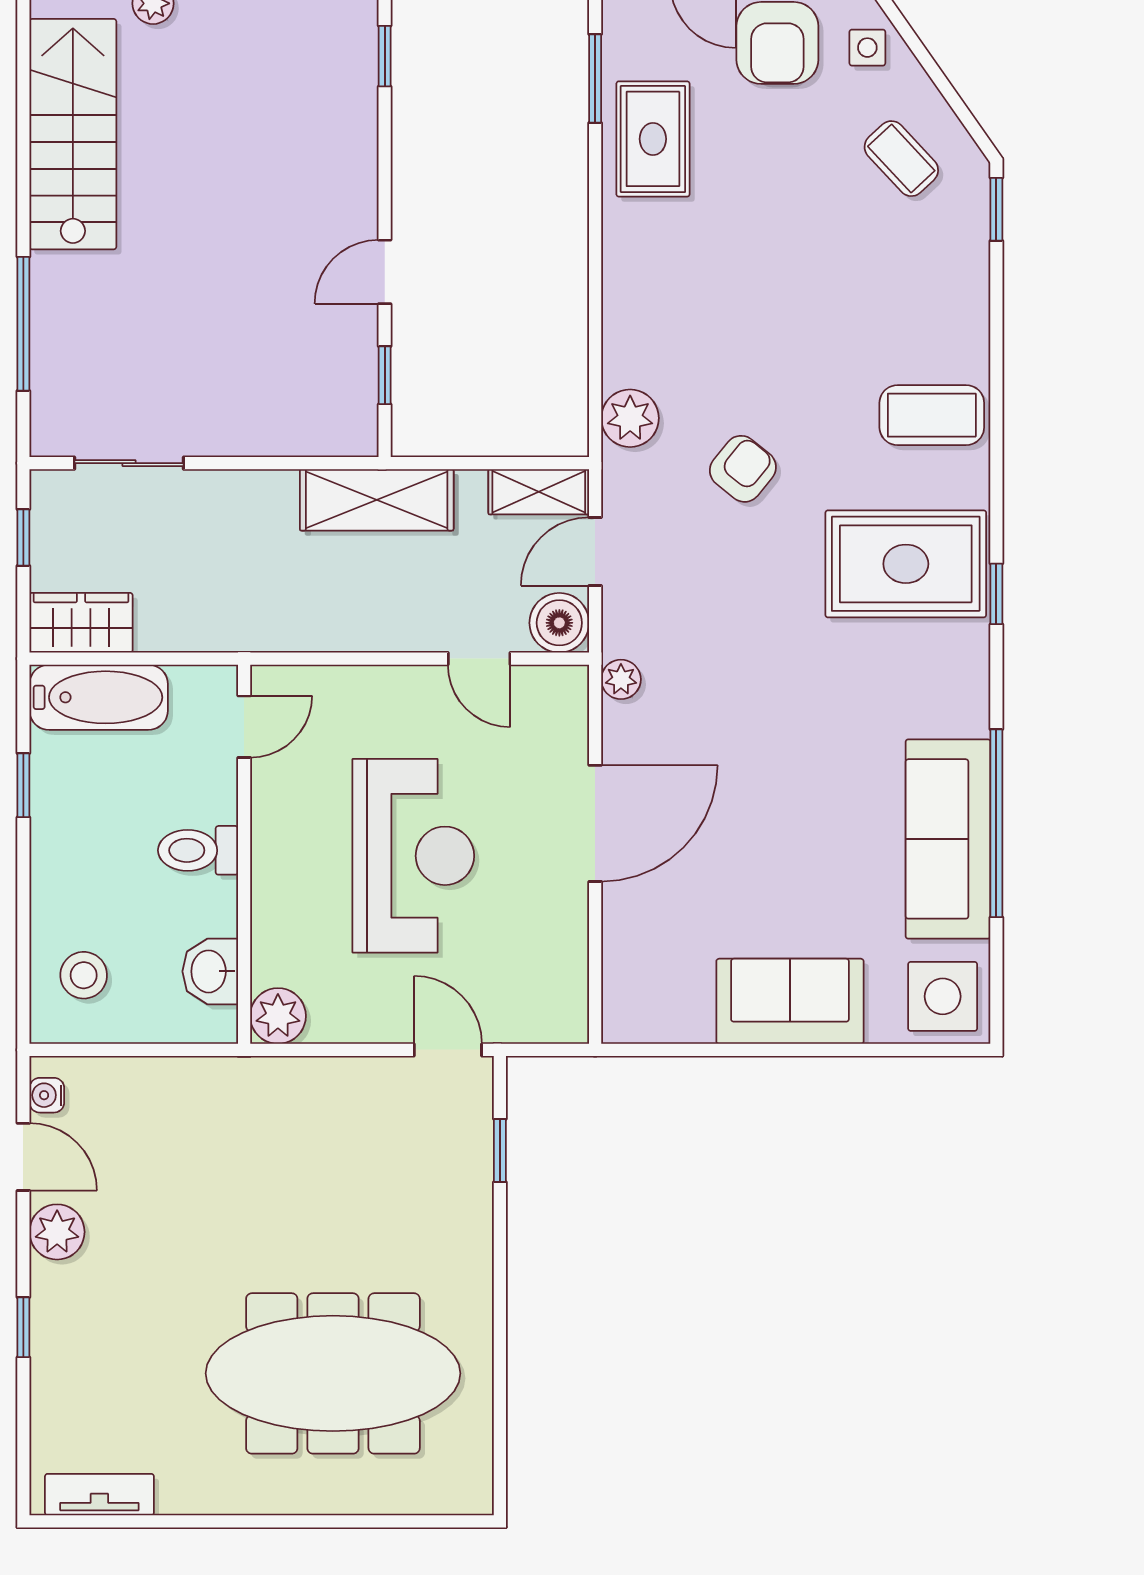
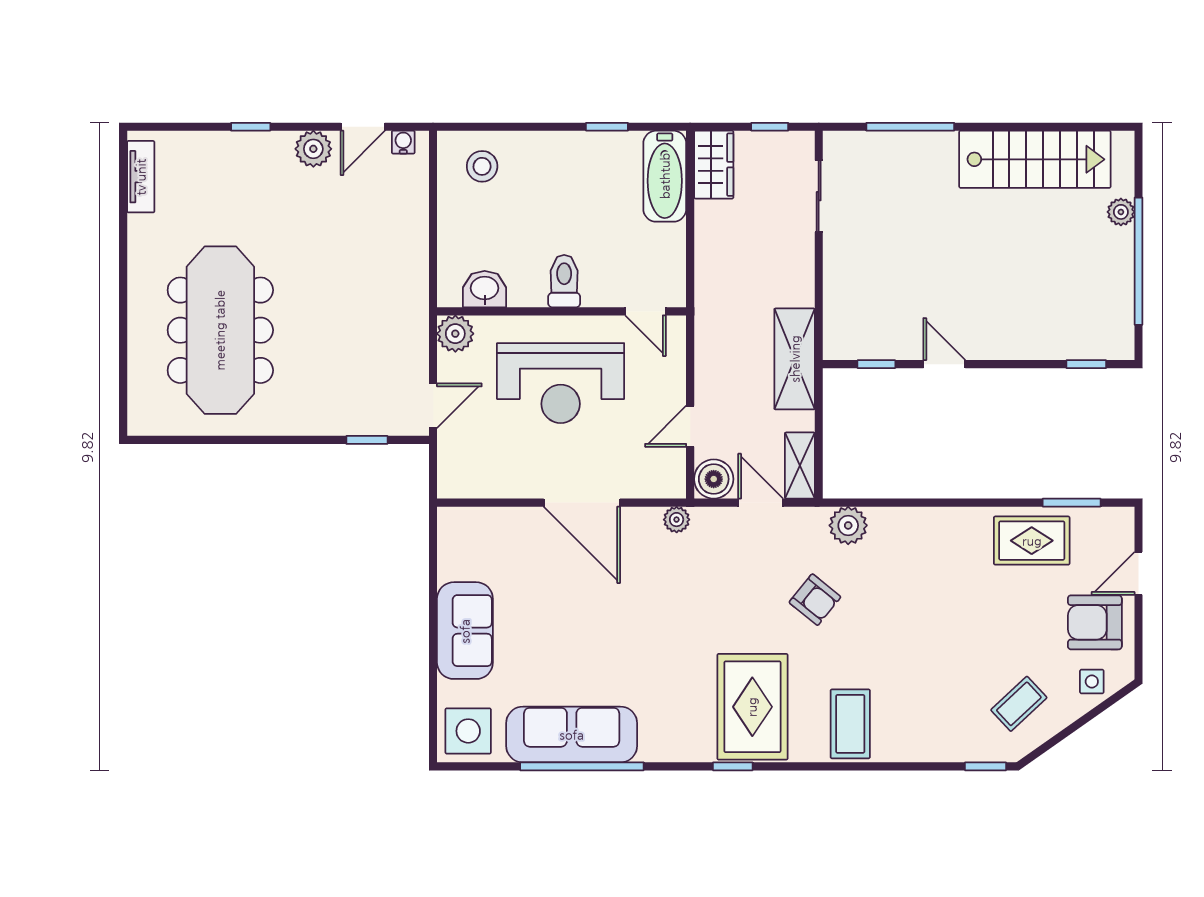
door: (244, 727) -> (645, 311), moved
toilet: (198, 850) -> (564, 281), moved
wall: (244, 854) -> (562, 311), moved
washbasin: (210, 971) -> (485, 289), moved
plant: (278, 1016) -> (455, 334), moved

